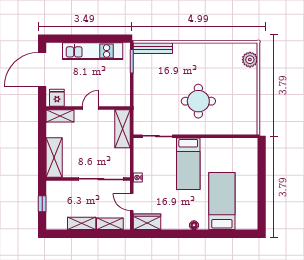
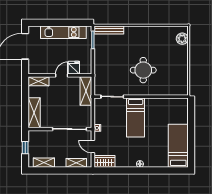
fridge: (57, 98) -> (74, 68), moved
bed: (222, 201) -> (178, 146), moved
shelving: (82, 223) -> (44, 163), moved

